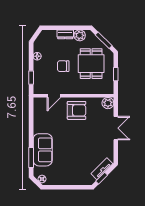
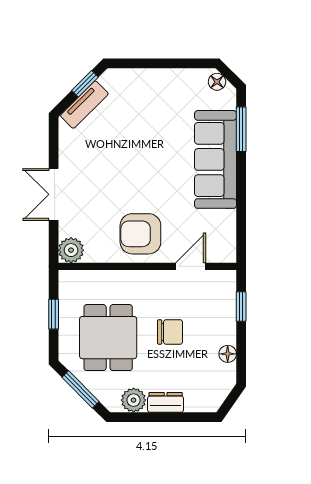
sofa: (43, 150) -> (216, 159), width x1.36

